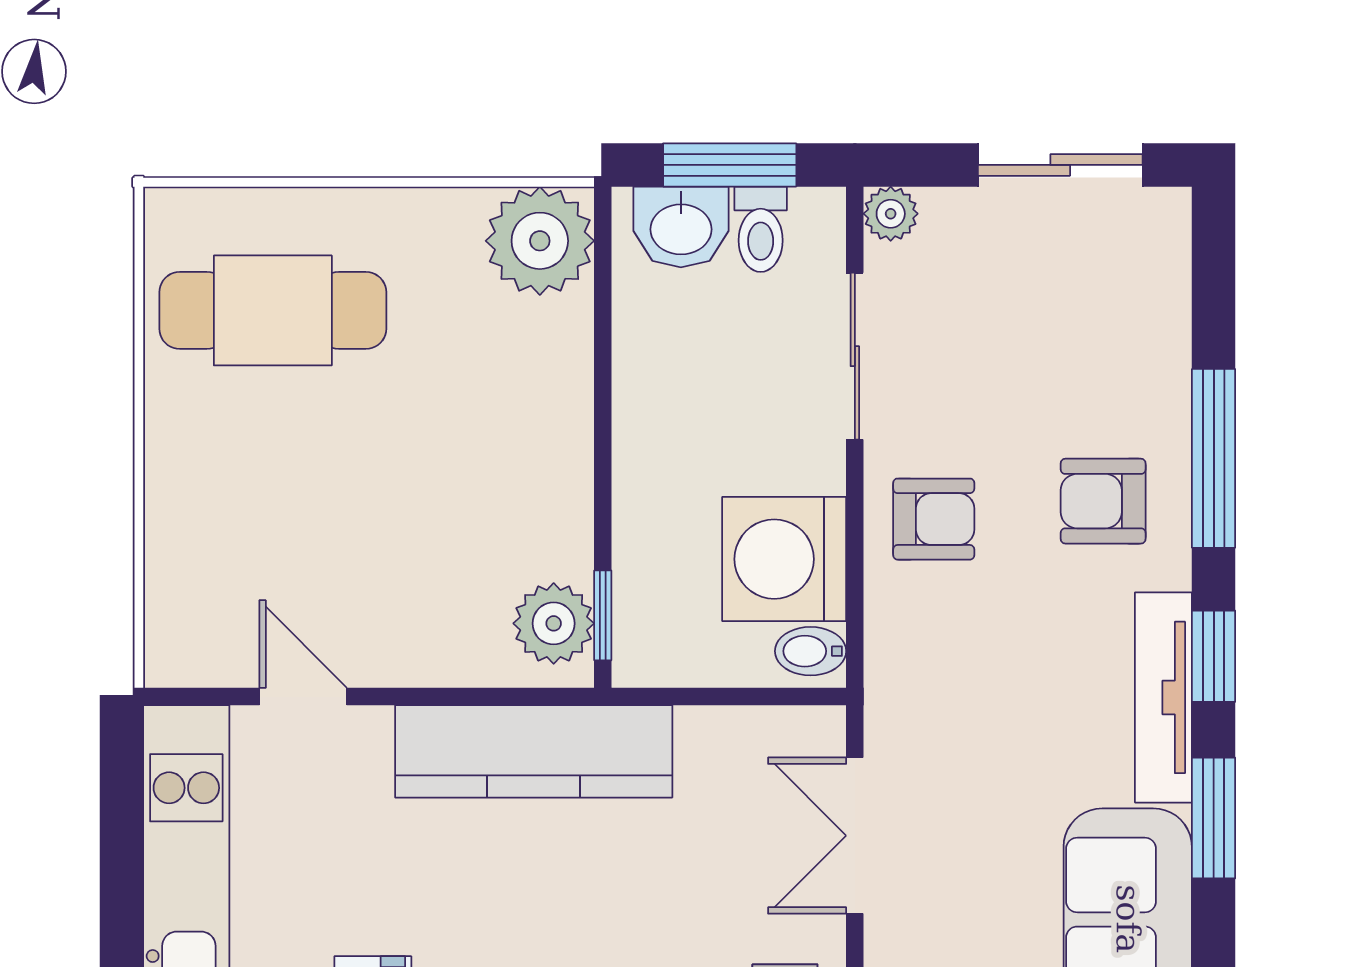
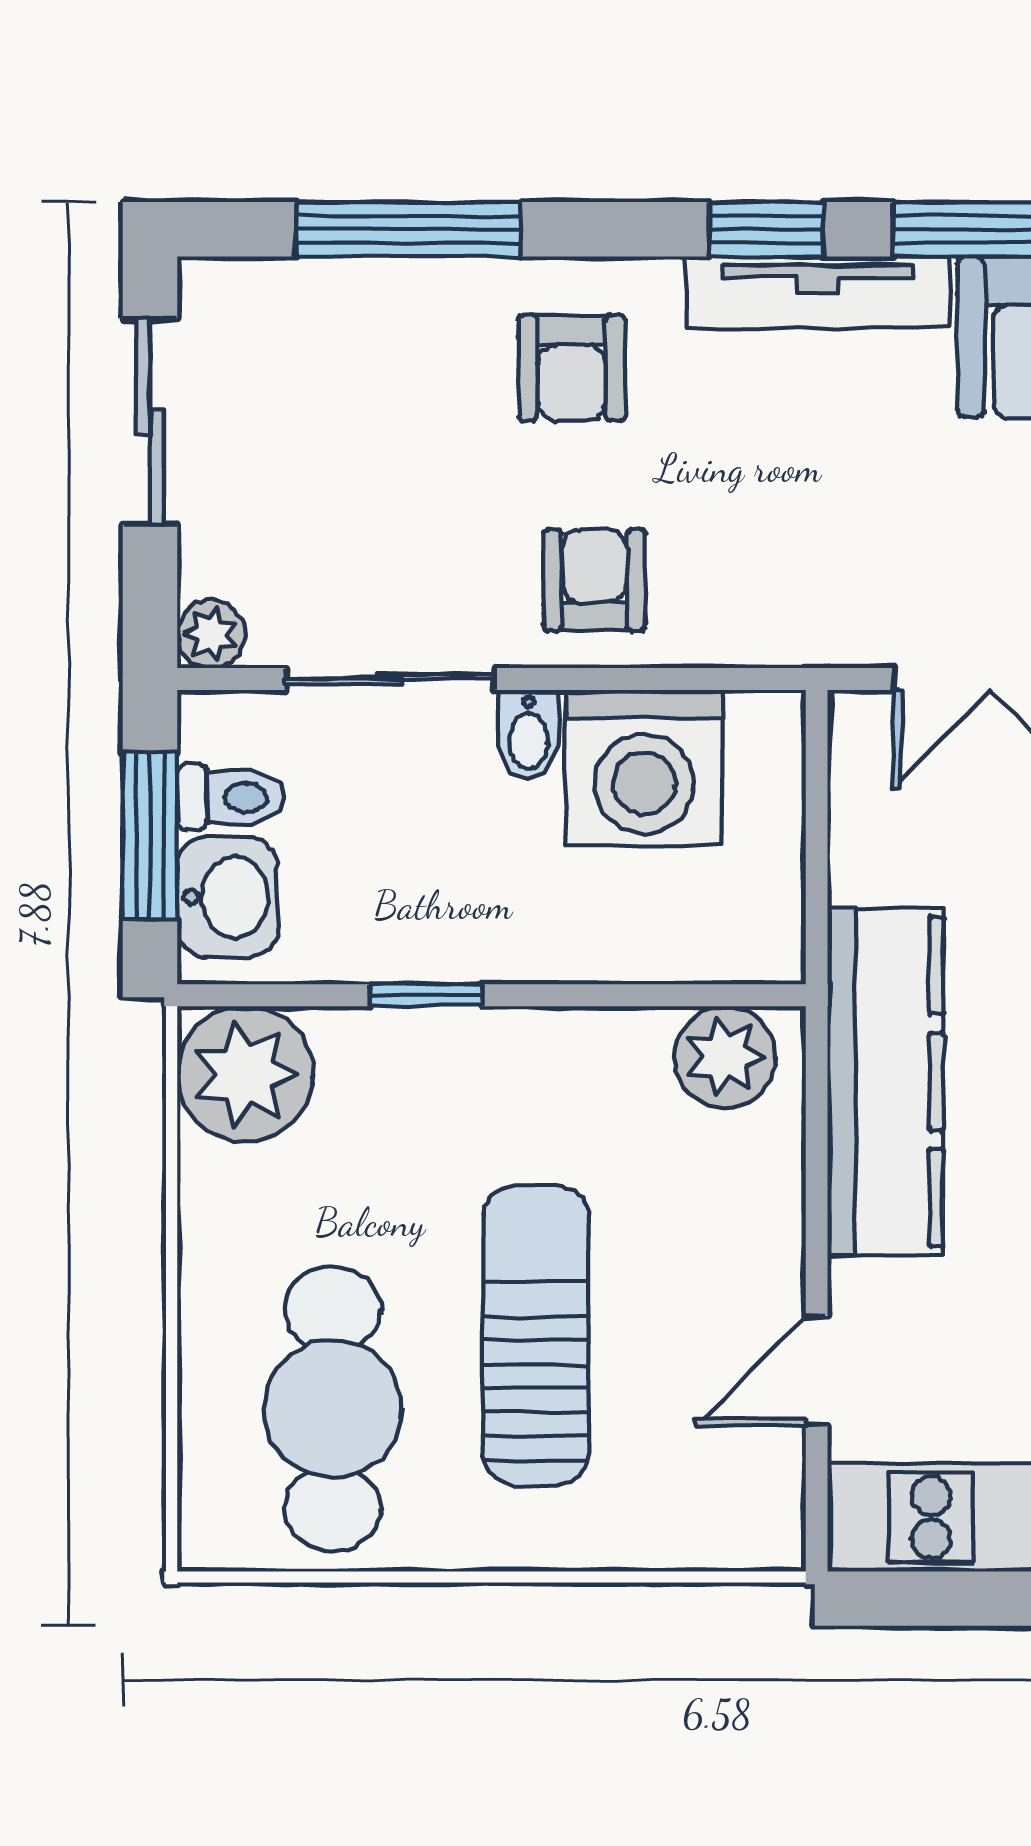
window: (1214, 458) -> (408, 229), moved
sun lounger: (332, 473) -> (536, 1335), added
window: (603, 615) -> (426, 995), moved
bidet: (811, 651) -> (529, 735), moved

